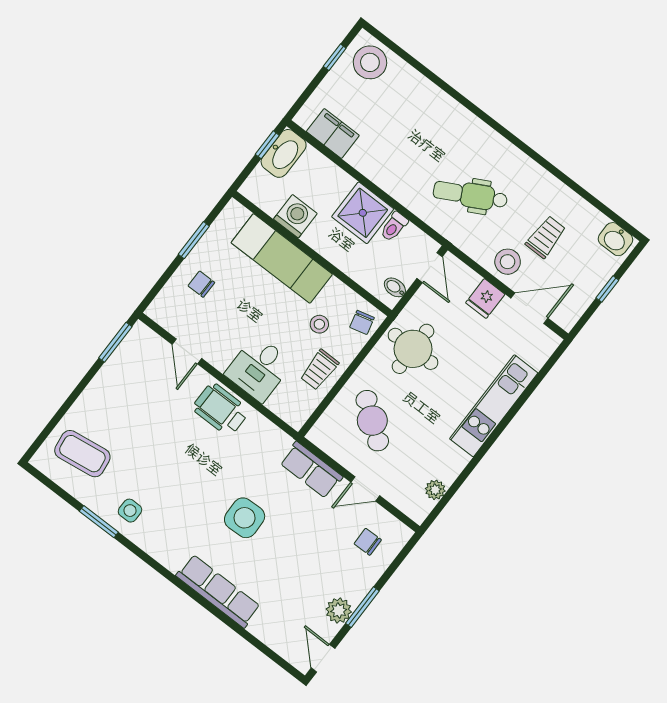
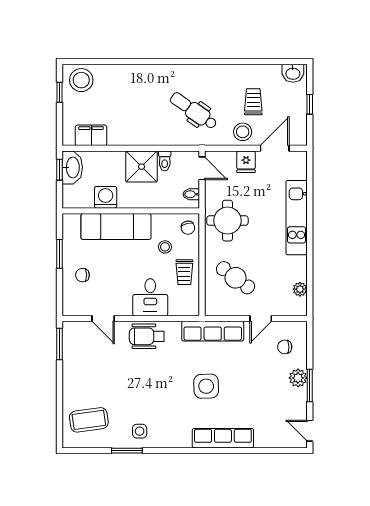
dental chair: (470, 195) -> (194, 111), turned 63
row of seats: (311, 470) -> (213, 331), width x1.48
plant: (339, 611) -> (298, 378), moved

